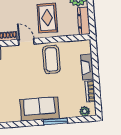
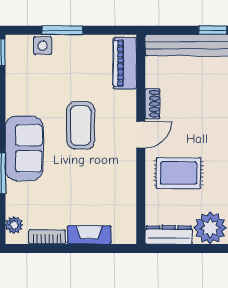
coffee table: (51, 59) -> (81, 125), moved, turned 90

